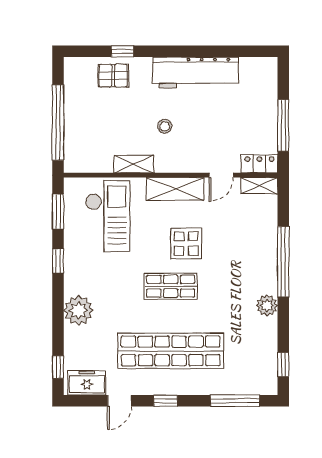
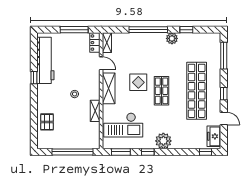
window: (122, 51) -> (34, 78), moved
workbench: (195, 73) -> (45, 60), moved
checkout: (108, 216) -> (123, 125), turned 180
plant: (78, 310) -> (163, 141), moved
window: (283, 365) -> (186, 30), moved

